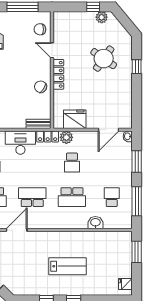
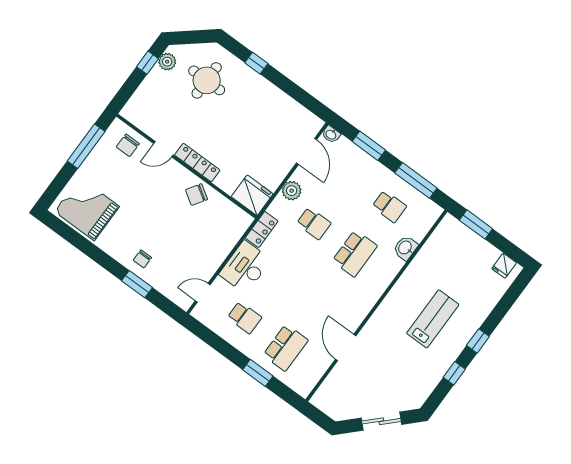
round table: (104, 59) -> (207, 80), moved, turned -35
fridge: (75, 119) -> (252, 195), moved, turned 90
bench: (38, 124) -> (239, 229), removed
plant: (66, 137) -> (292, 191), moved
school desk: (32, 197) -> (320, 301), removed
school desk: (112, 197) -> (389, 206), turned 180

